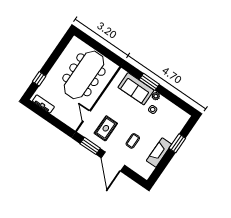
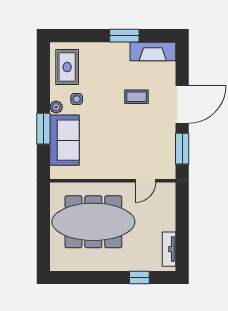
rug: (106, 128) -> (67, 67), moved, turned 90
window: (177, 143) -> (124, 36), moved
fireplace: (159, 152) -> (153, 51), moved

